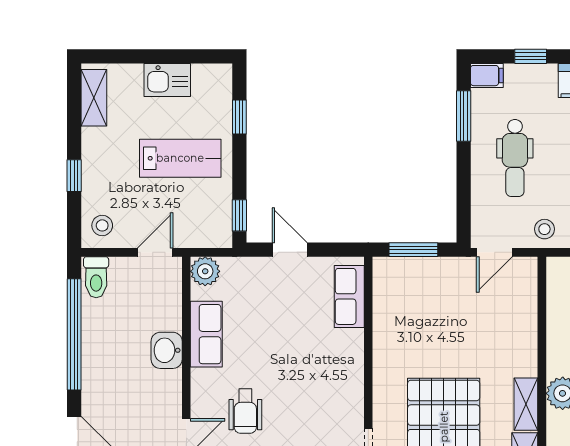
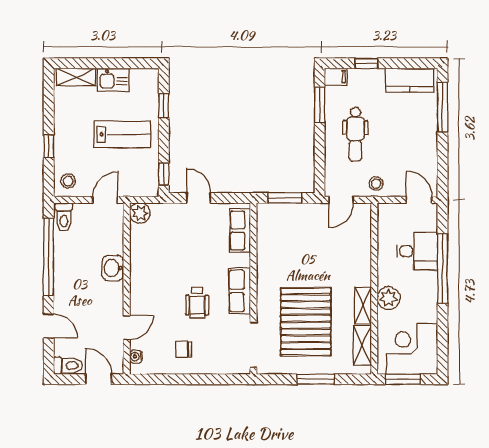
shelving: (94, 98) -> (76, 77), moved, turned 90
row of seats: (206, 334) -> (239, 291), moved, turned 180
wheelchair: (245, 411) -> (197, 303), moved

